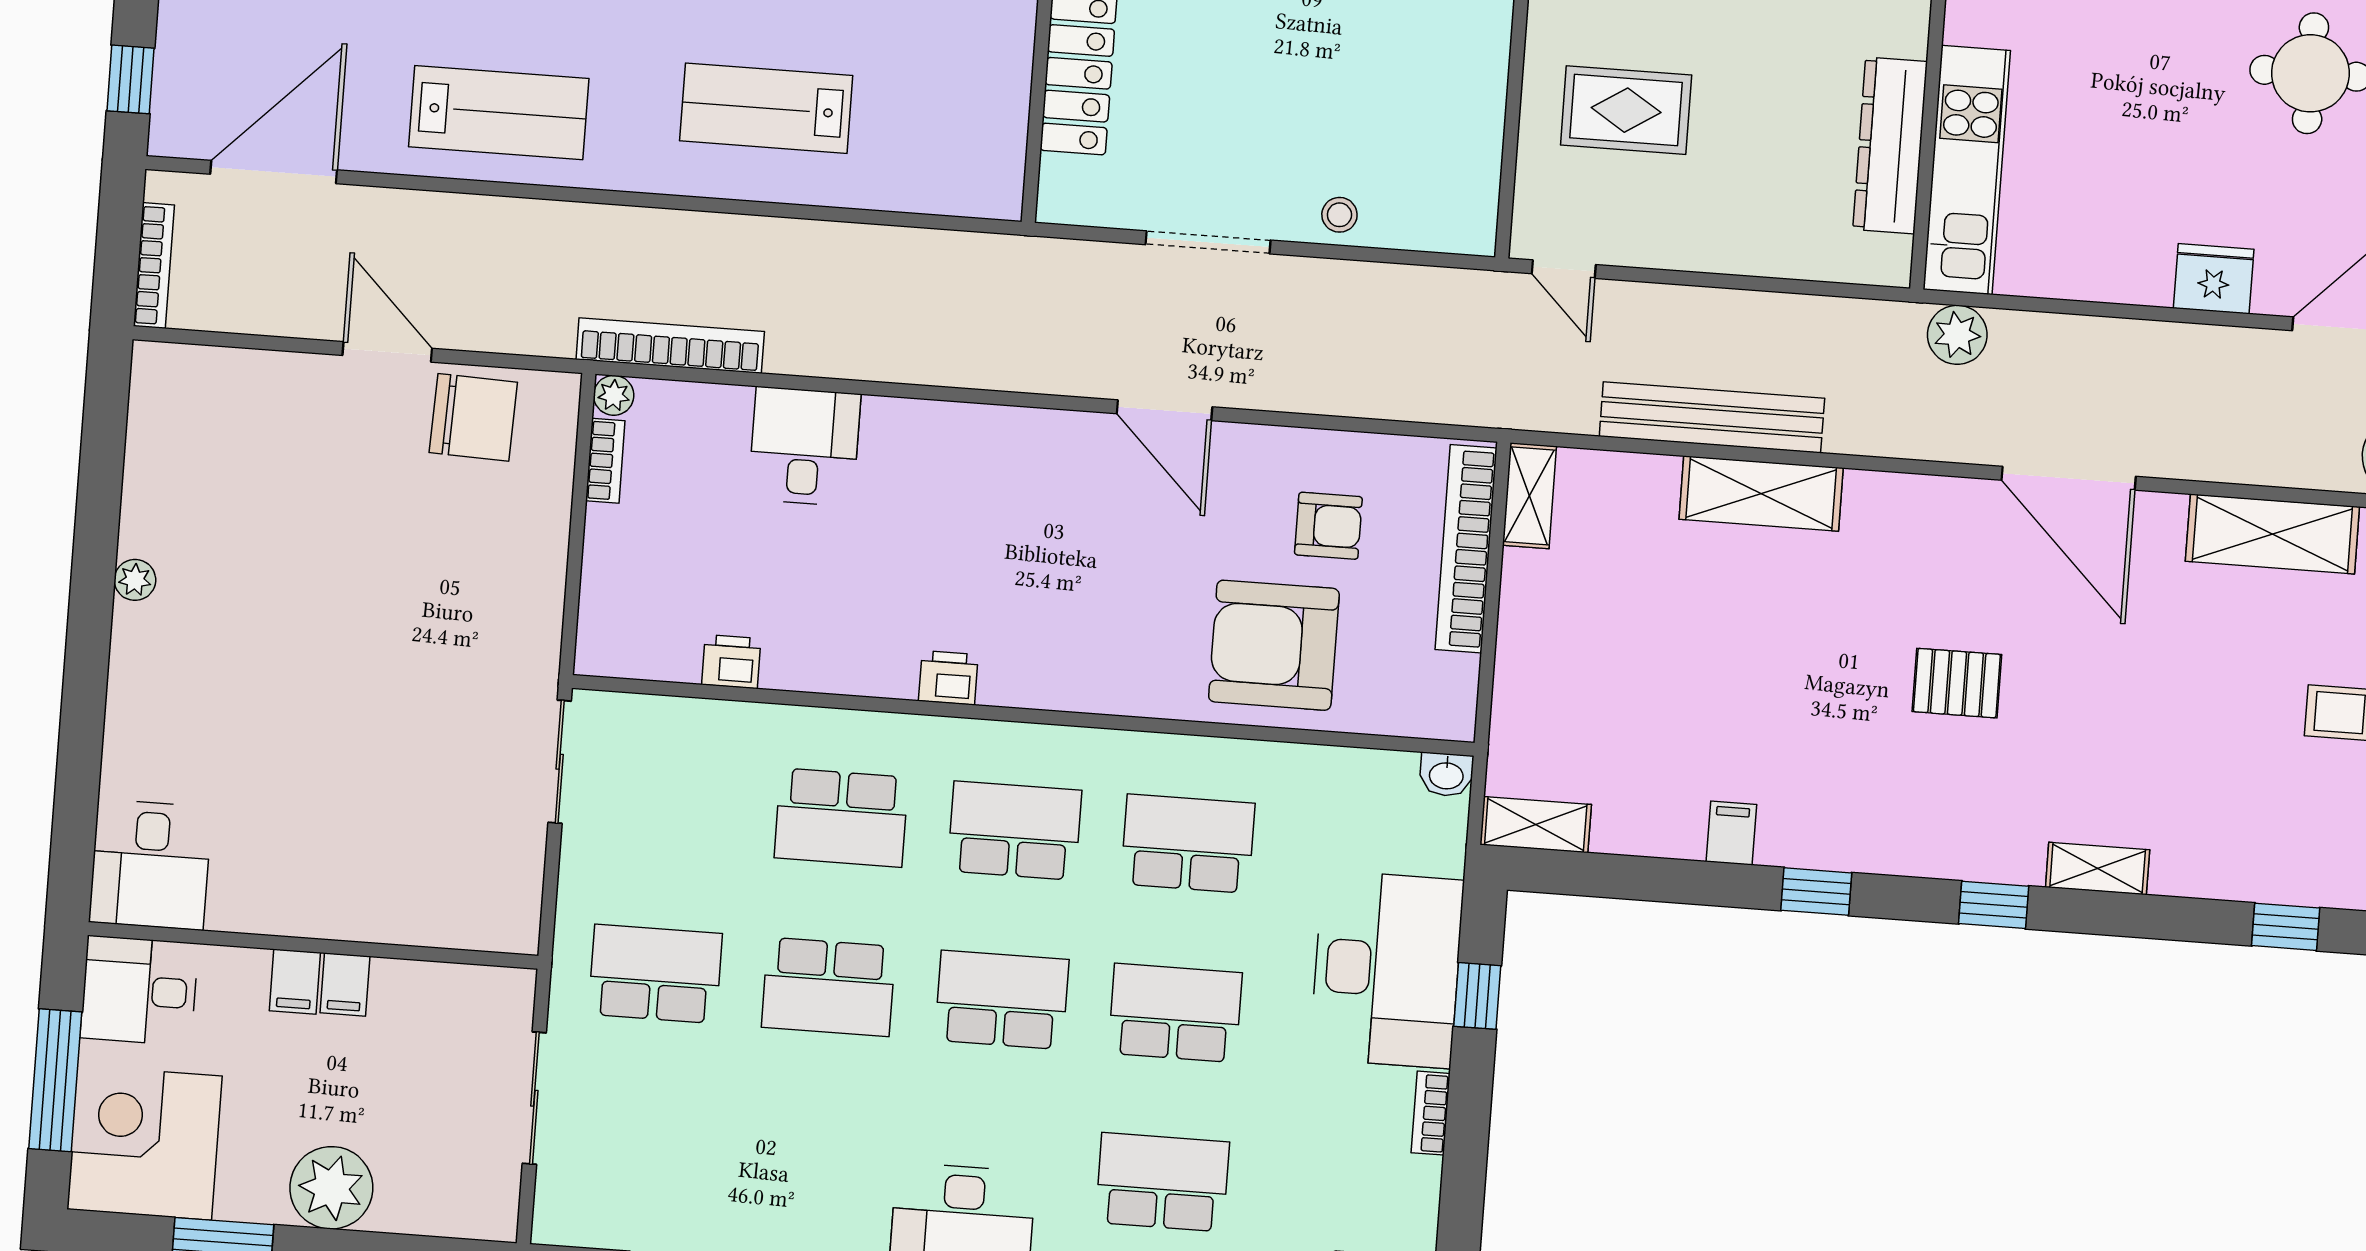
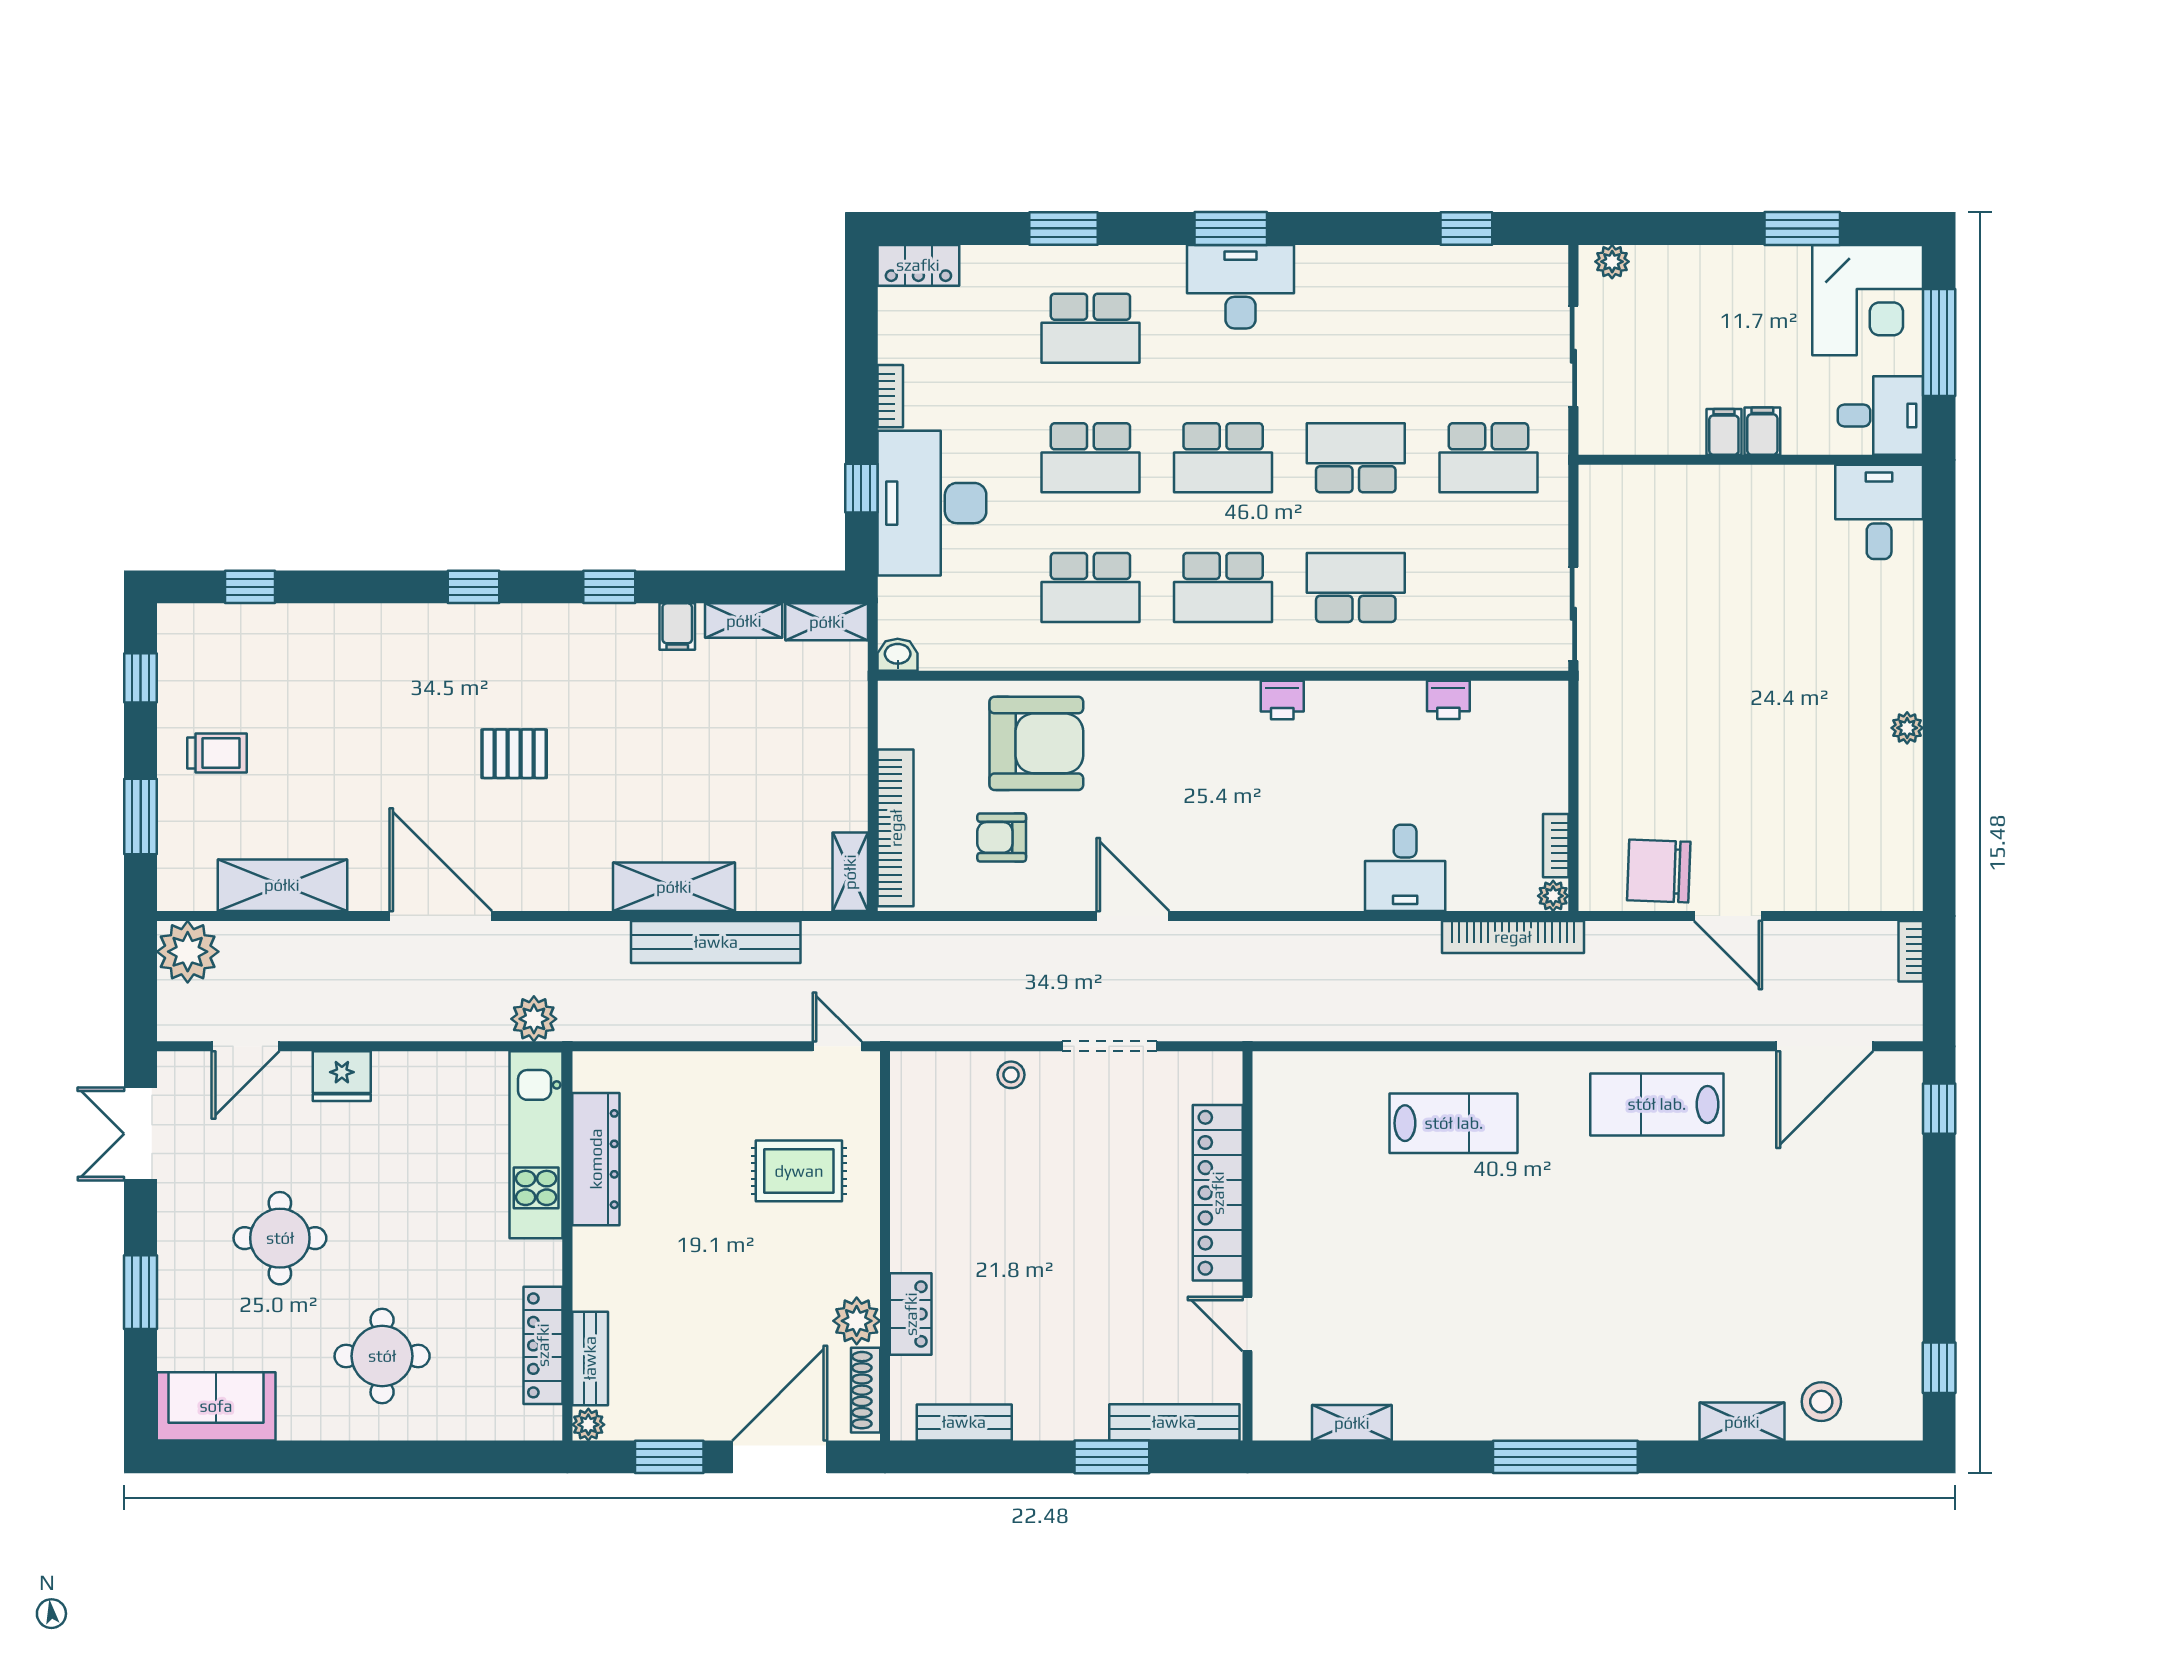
bookcase: (154, 266) -> (1911, 951), width x0.64
shelving: (2098, 869) -> (744, 621), moved
plant: (331, 1188) -> (1612, 262), moved, width x0.53, depth x0.53

